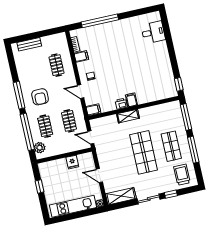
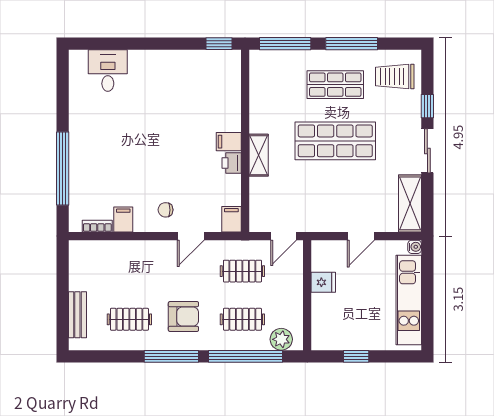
clothes rail: (56, 65) -> (129, 319), moved

